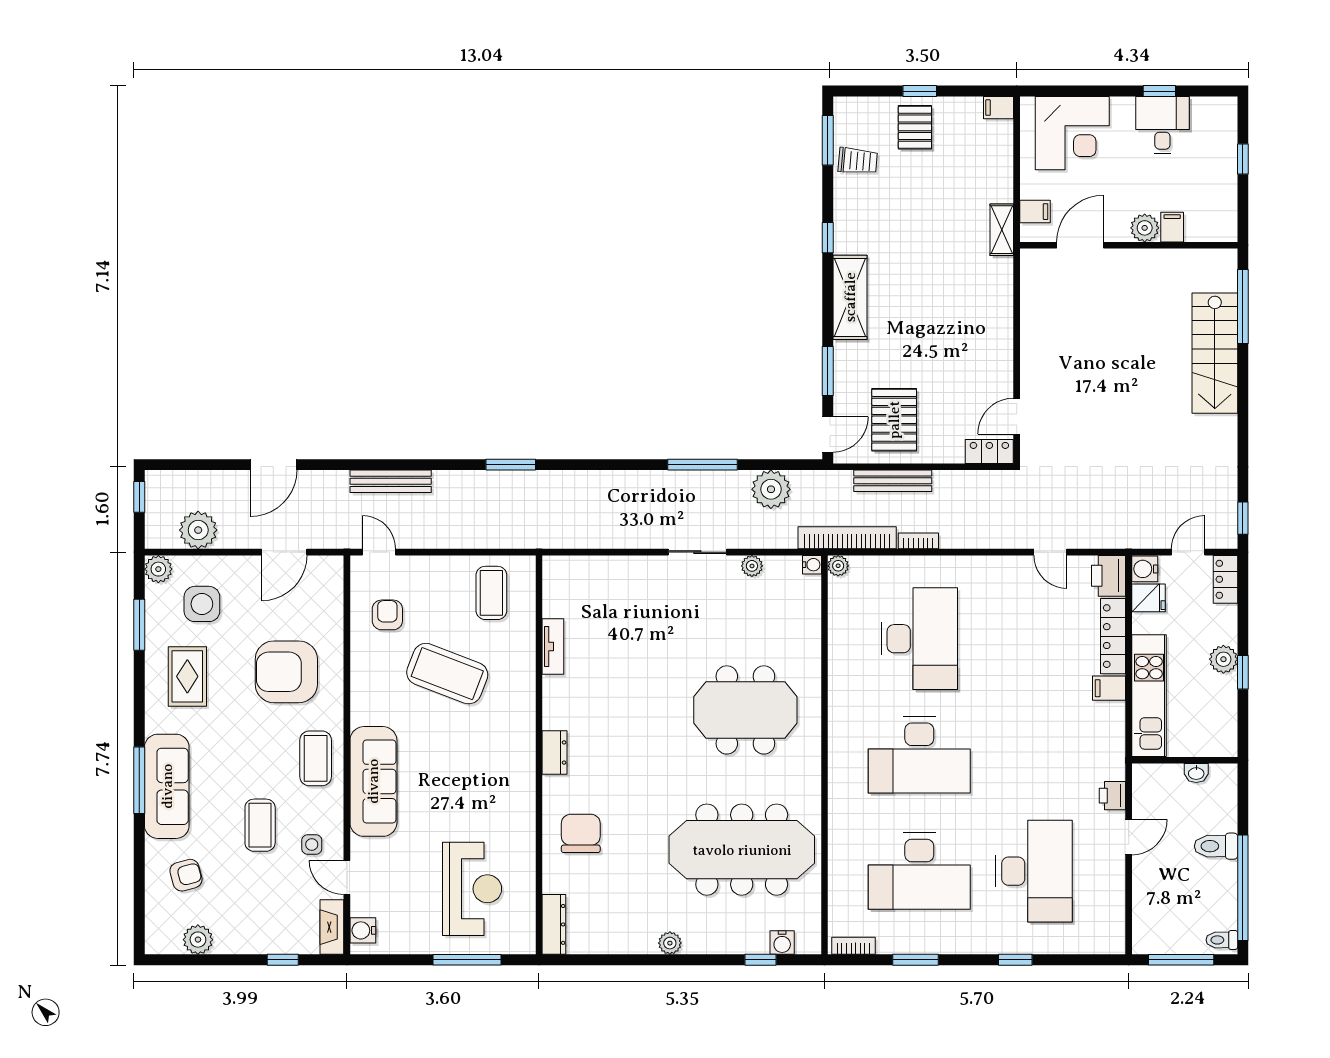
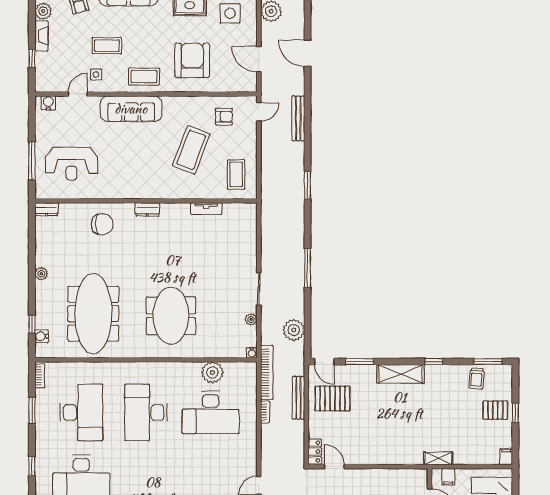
window: (702, 465) -> (308, 268), moved
plant: (838, 566) -> (212, 372), moved, width x1.88, depth x1.88
coffee table: (491, 593) -> (236, 174), turned 90
desk: (919, 871) -> (81, 413), turned 180
dresser: (554, 924) -> (47, 209), width x0.70
fireplace: (332, 927) -> (41, 36), moved, turned 90

